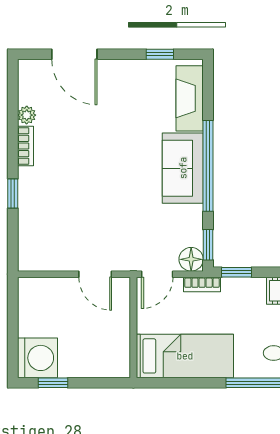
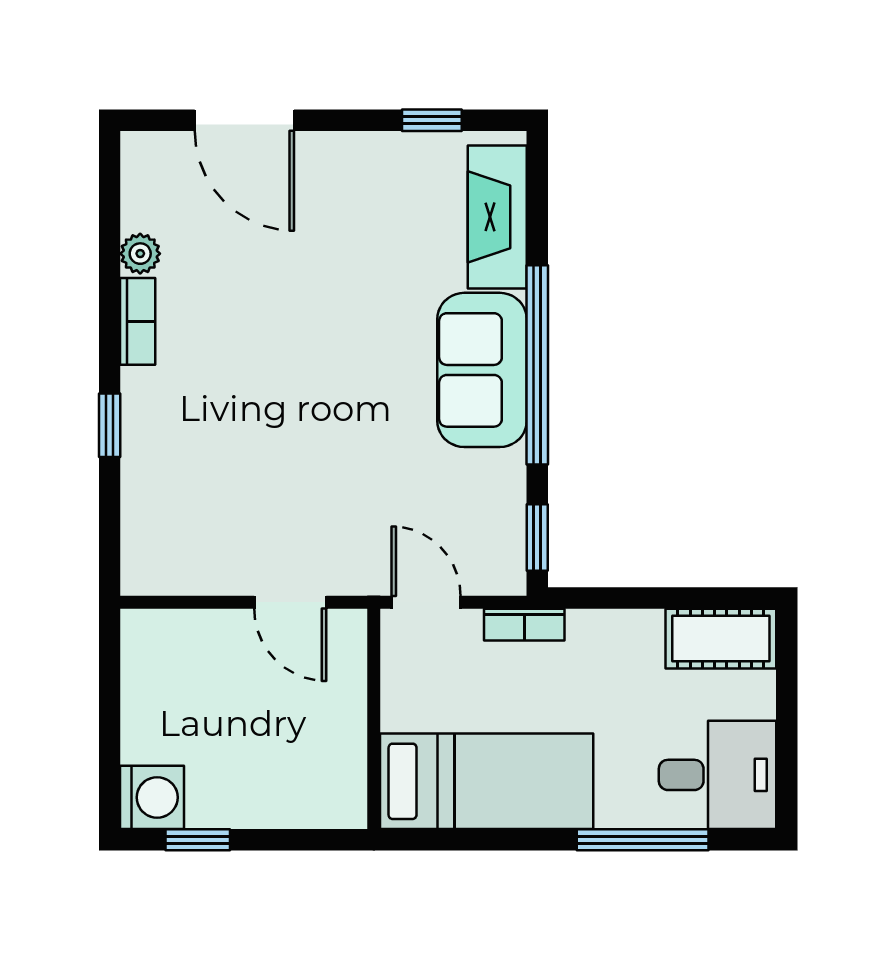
floor lamp: (191, 259) -> (500, 569), removed
window: (237, 272) -> (600, 598), removed
door: (157, 274) -> (426, 602), swing flipped
washing machine: (38, 358) -> (152, 797), width x0.73, depth x0.73

